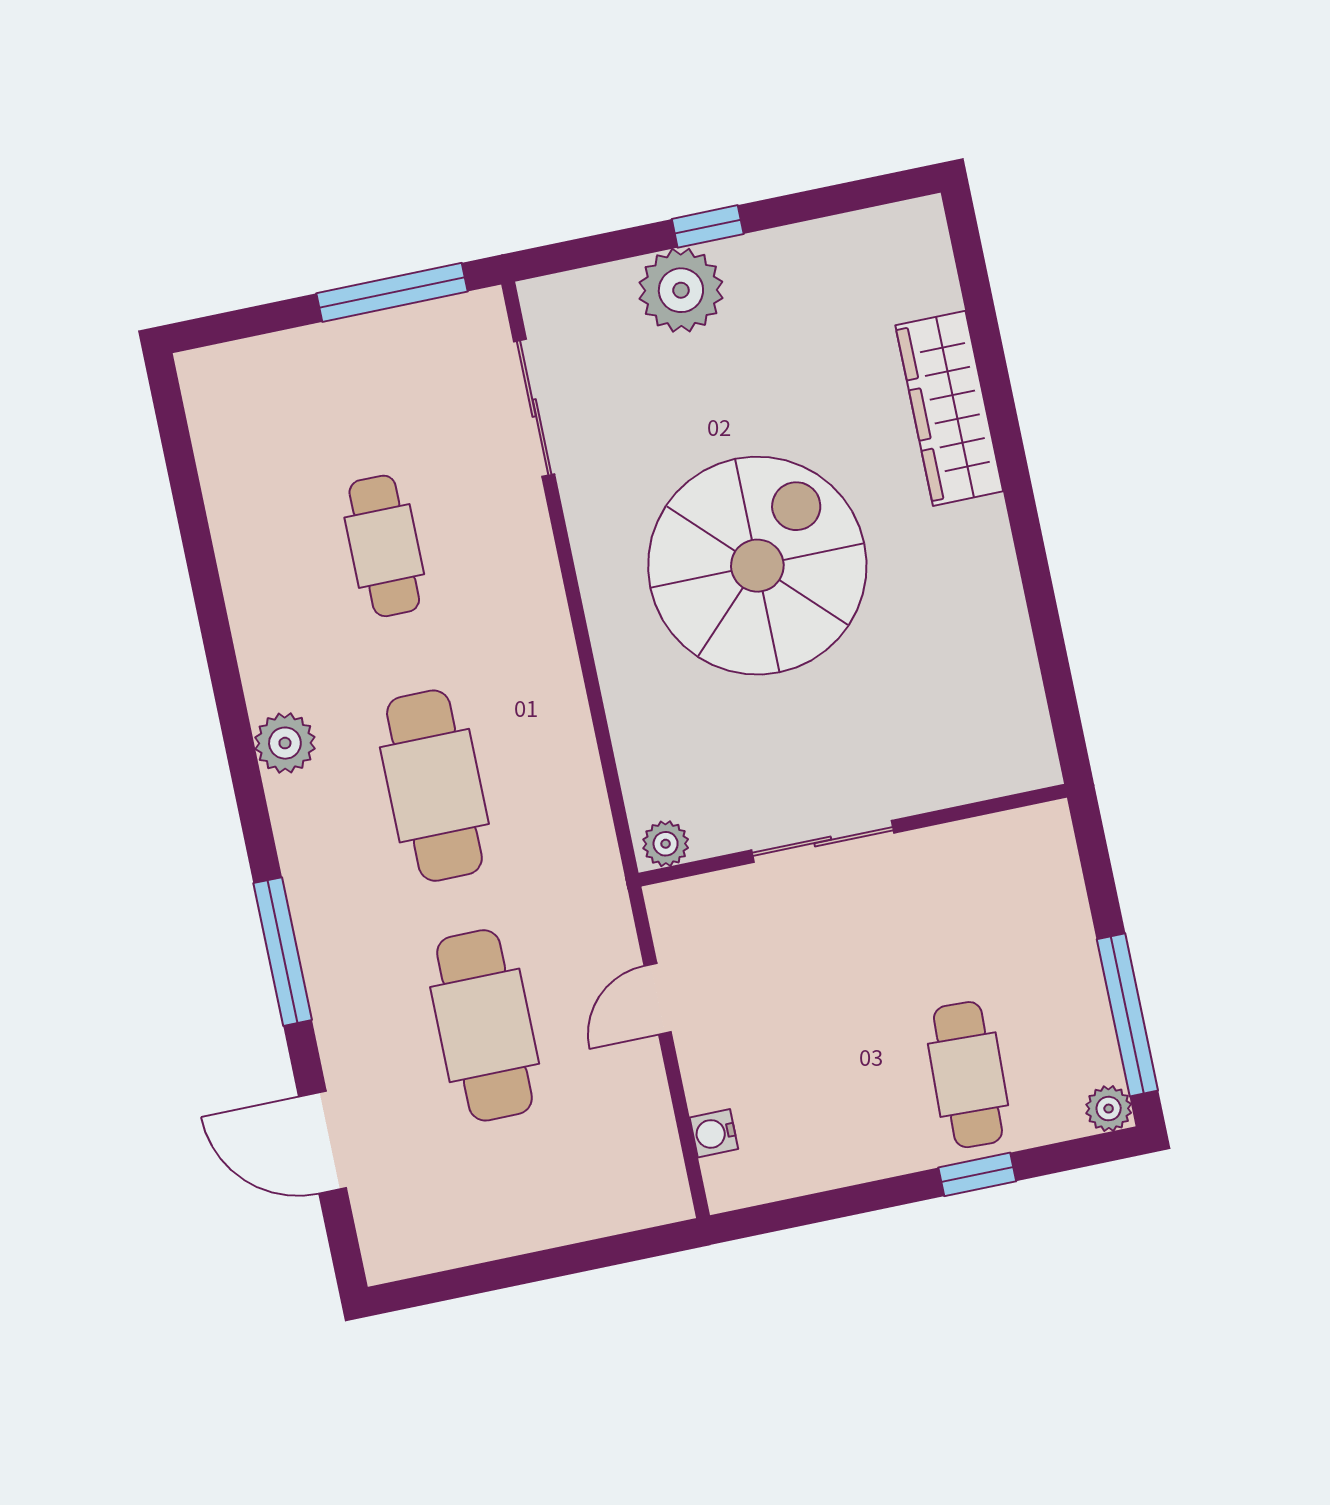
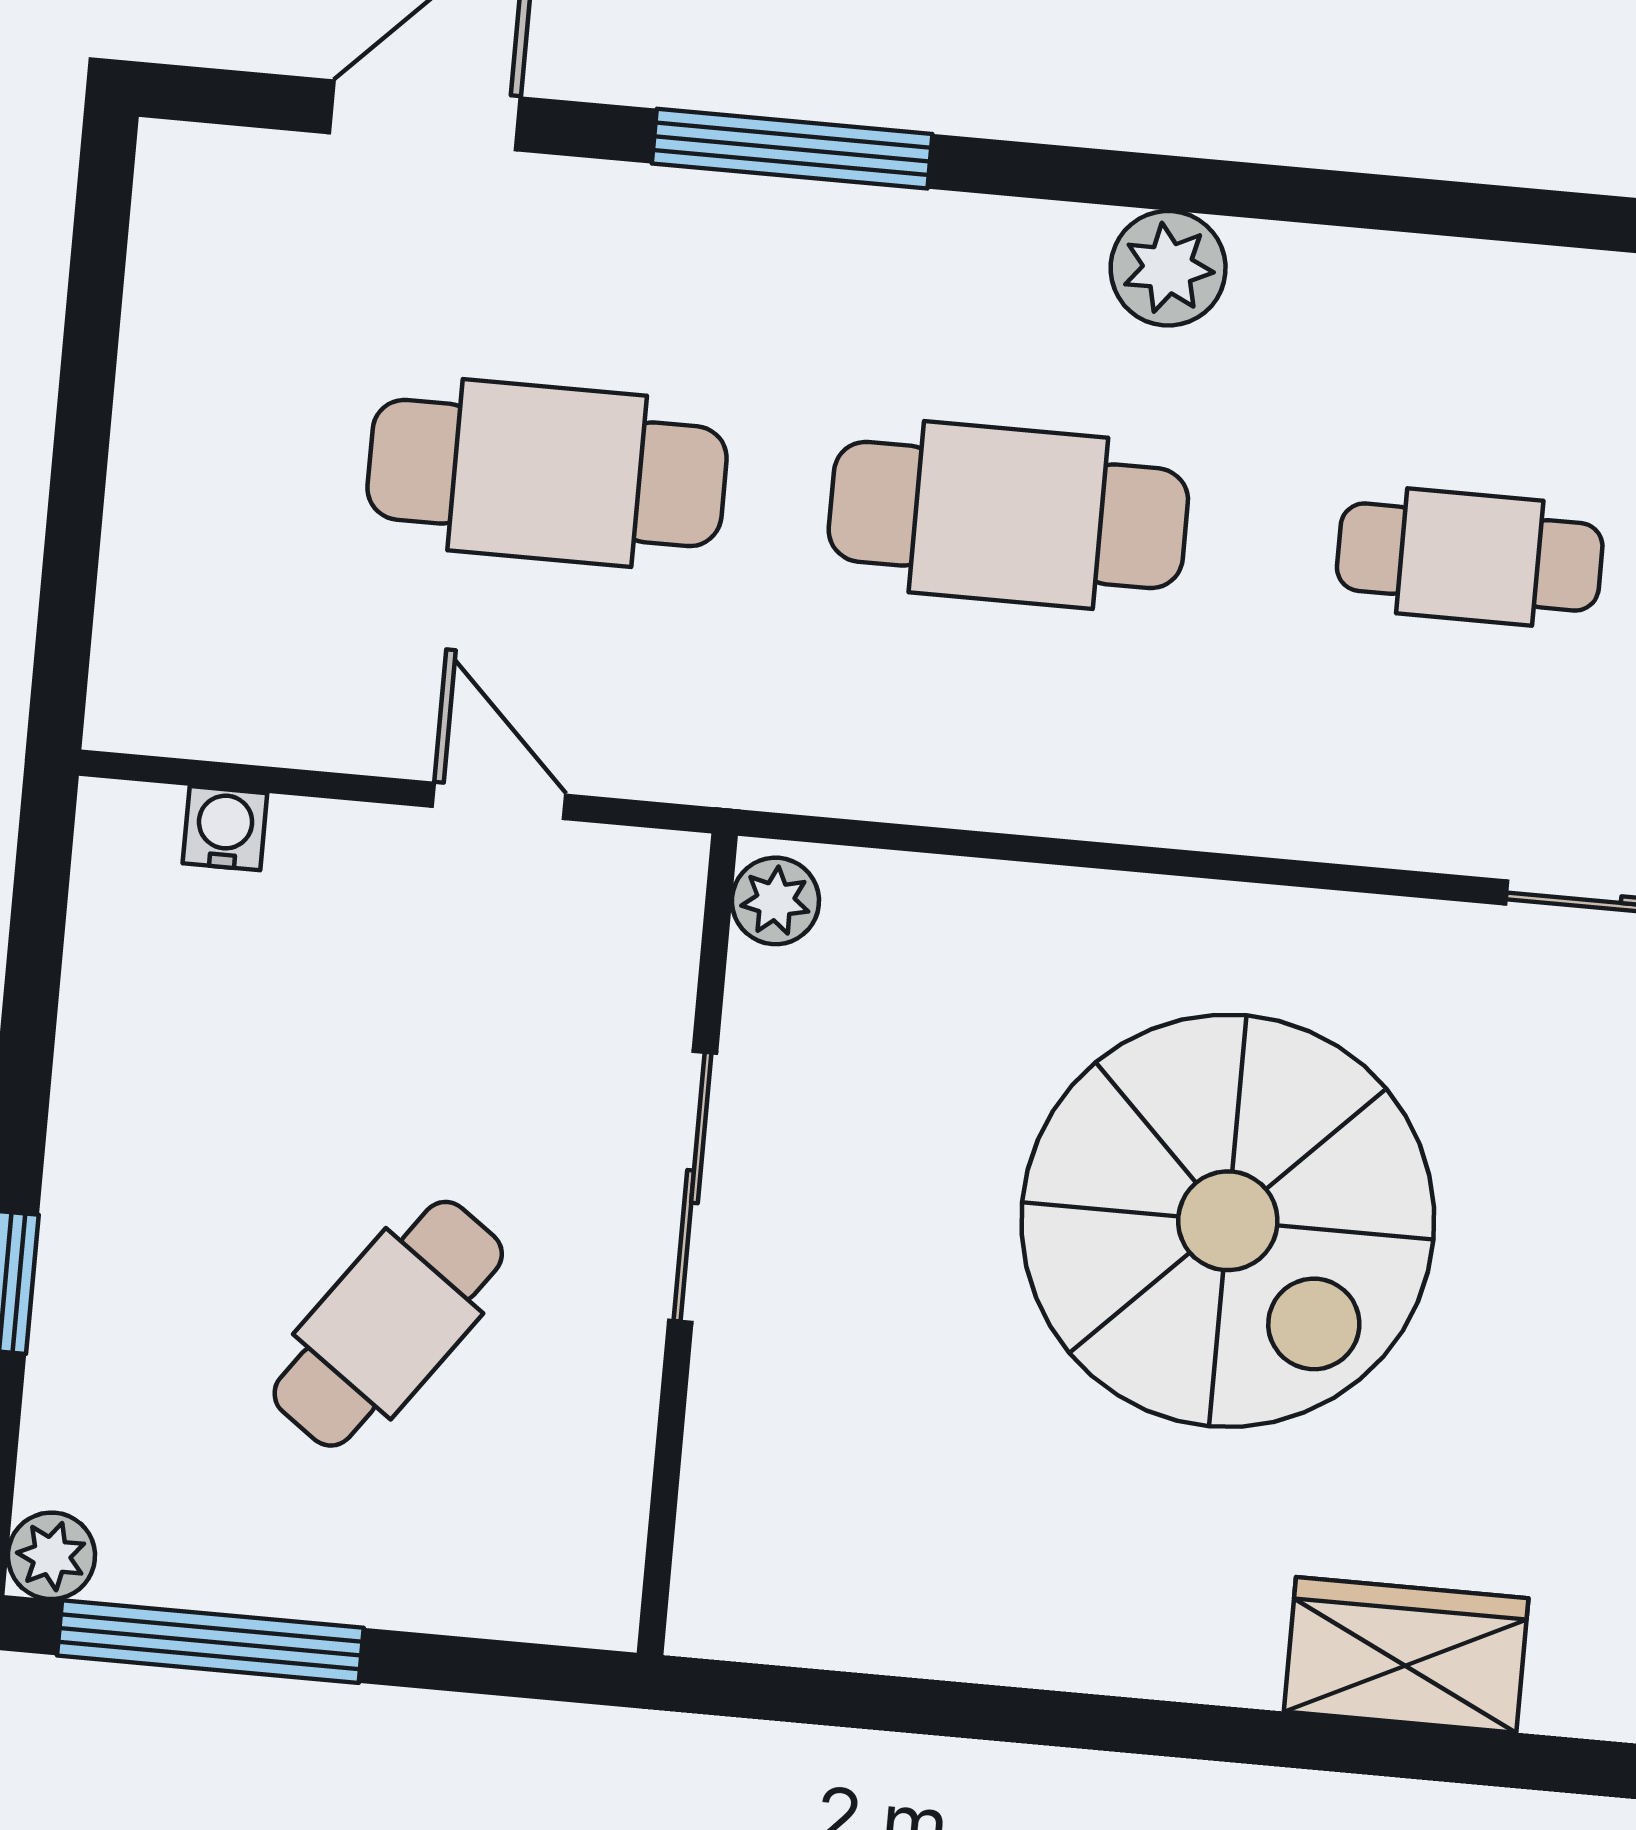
wardrobe: (949, 408) -> (1406, 1655), width x0.67
cafe table: (968, 1075) -> (388, 1324), moved, turned -56

